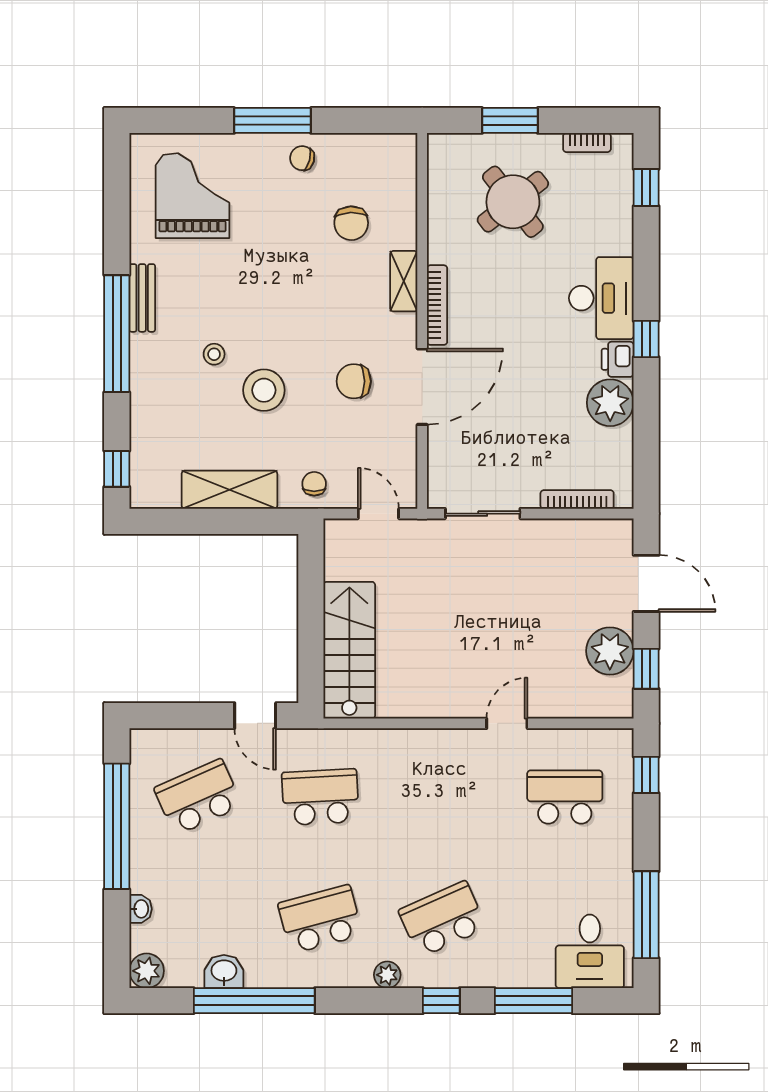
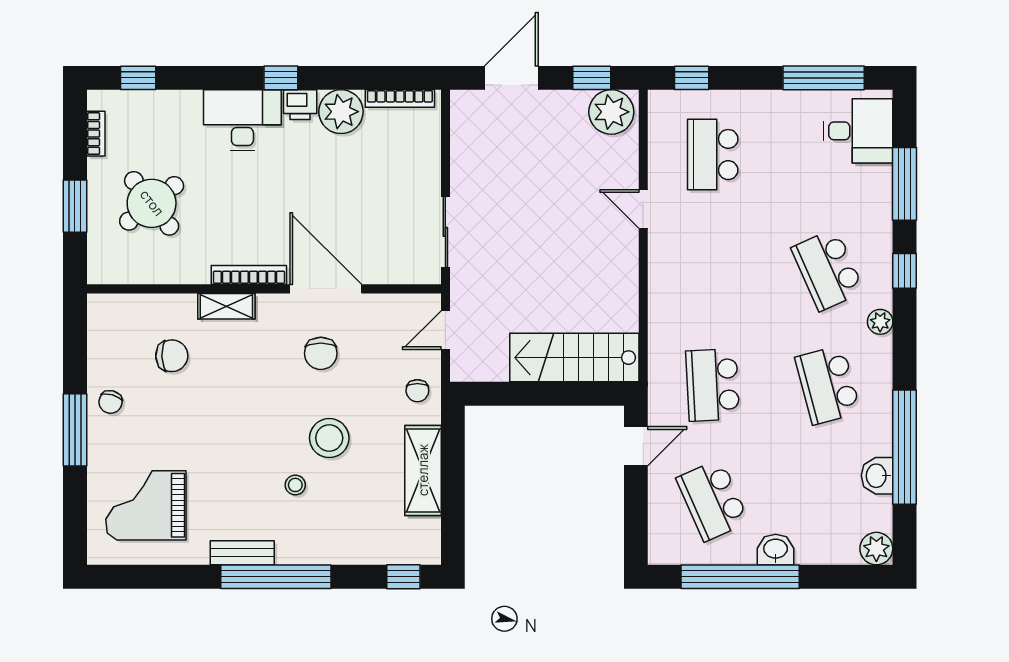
chair: (314, 484) -> (417, 391), turned -90
bookcase: (577, 499) -> (400, 98), moved, turned -90
plant: (610, 651) -> (611, 112), moved
washbasin: (141, 909) -> (776, 550), moved, width x1.38, depth x1.45

